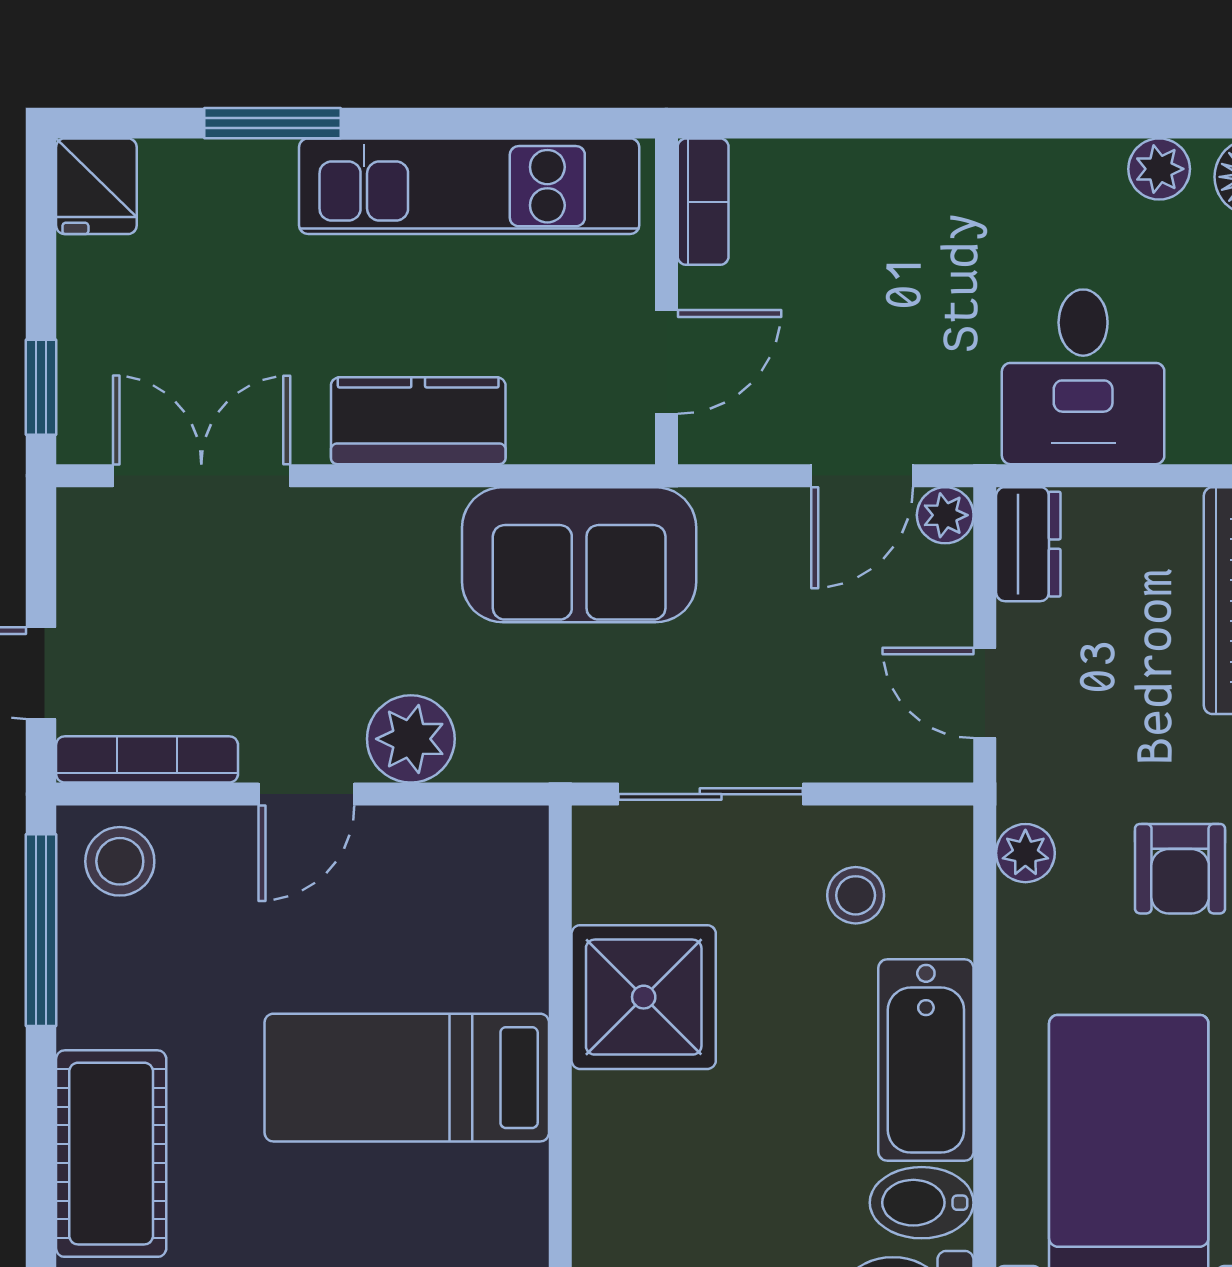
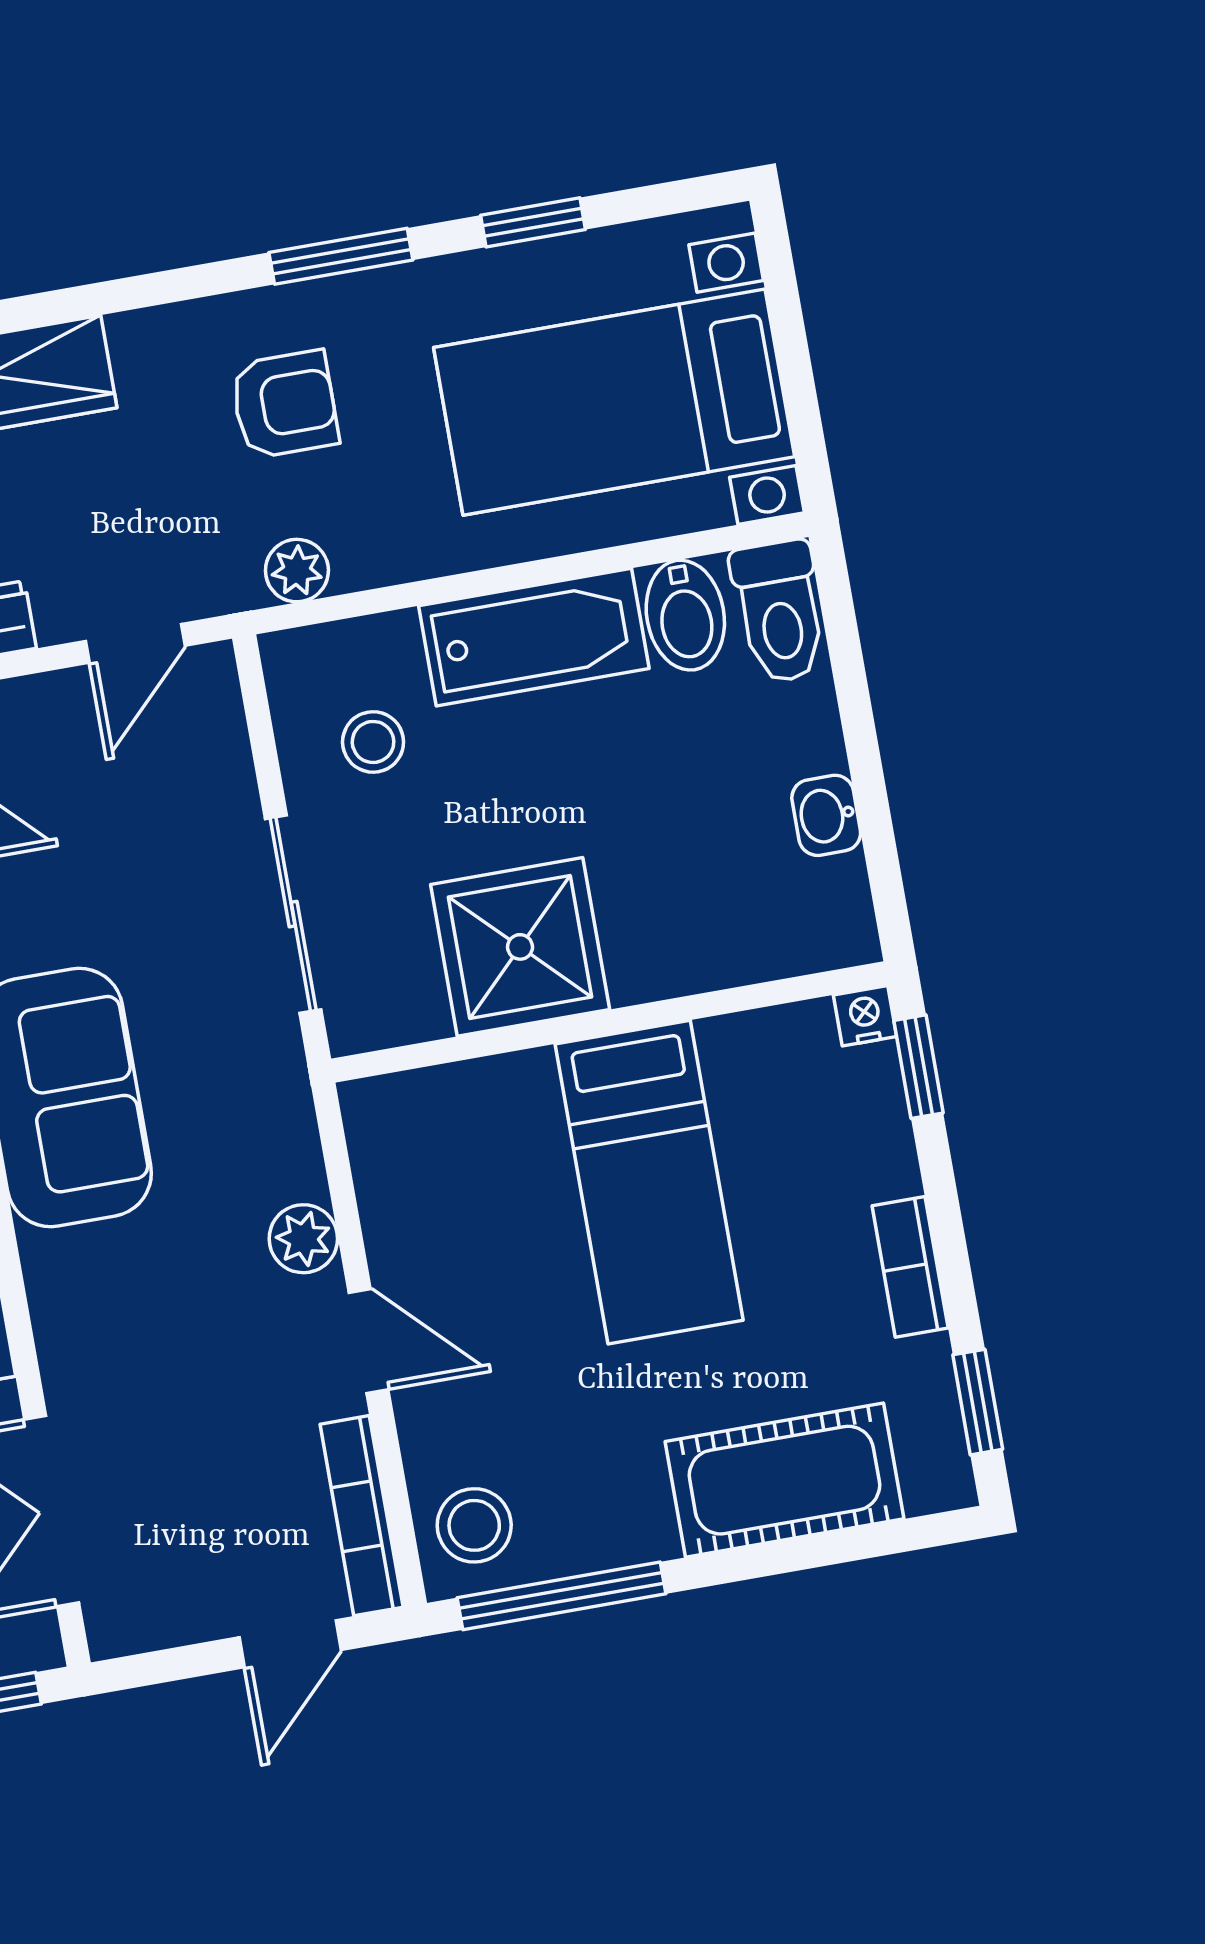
plant: (411, 739) -> (303, 1239), width x0.73, depth x0.73

